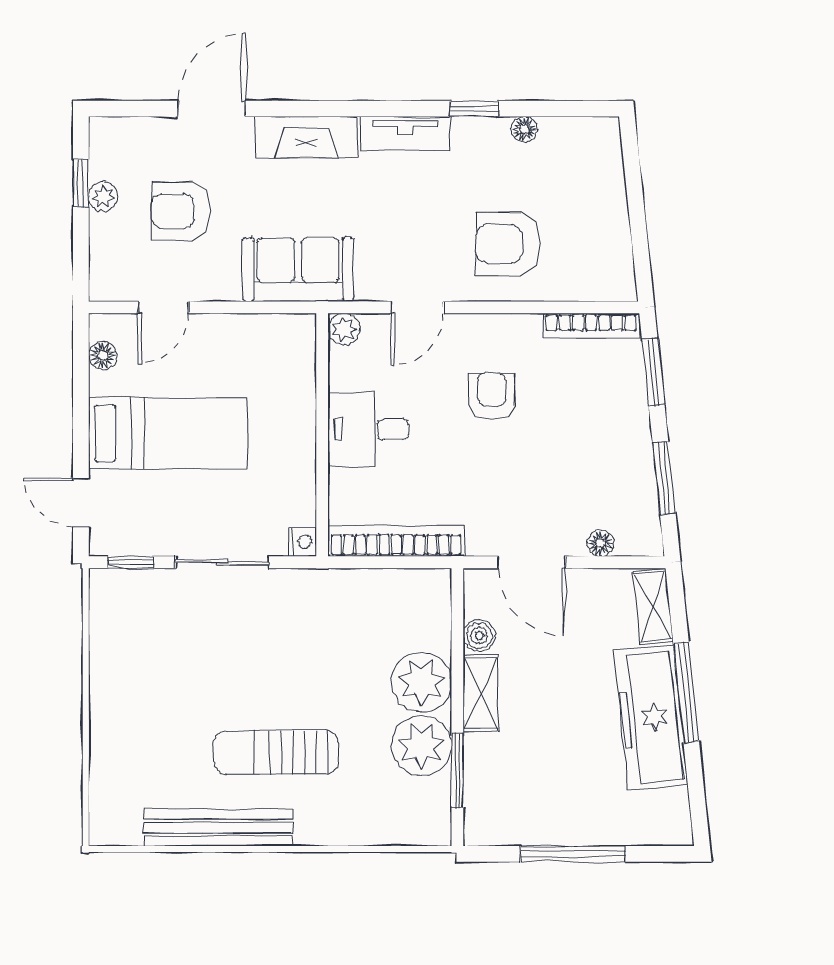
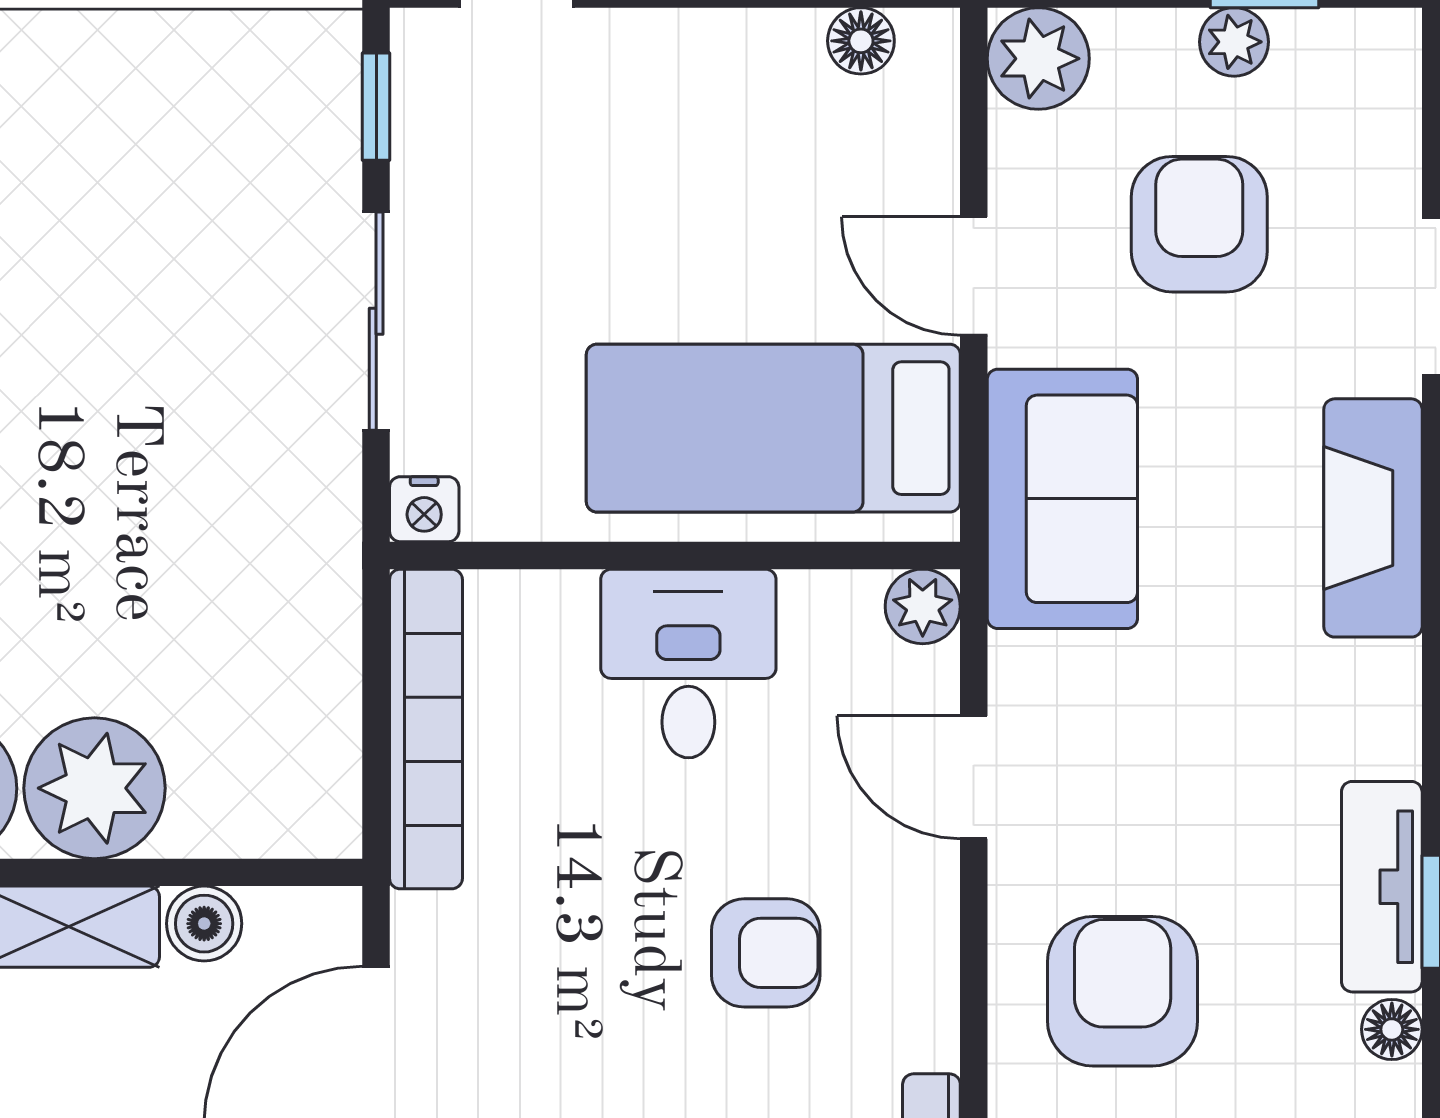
tv unit: (405, 133) -> (1382, 887), moved
plant: (110, 280) -> (1038, 59), added
door: (163, 307) -> (974, 276), moved
bed: (168, 433) -> (773, 428), moved, turned 90

